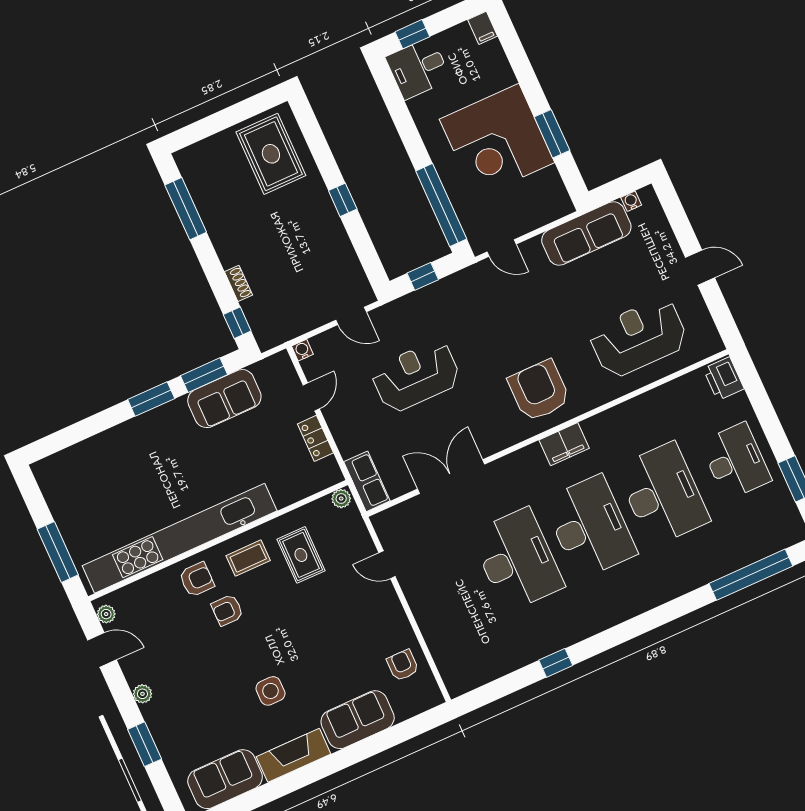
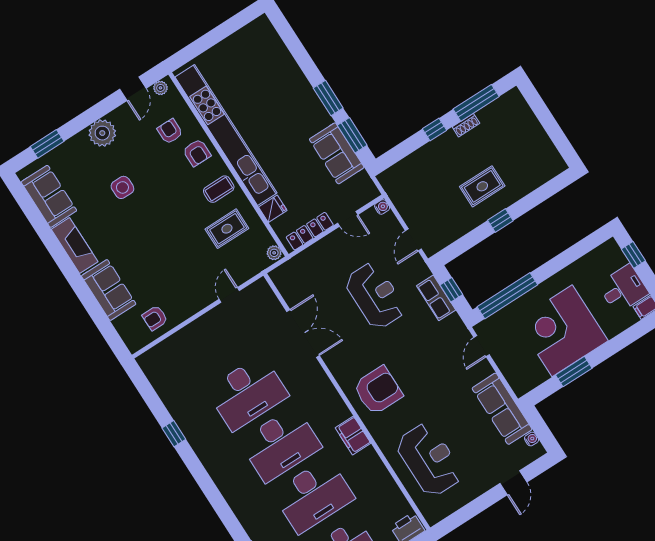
desk: (418, 68) -> (623, 289), moved, turned 90
rug: (271, 154) -> (482, 186), moved, width x0.73, depth x0.70
door: (700, 268) -> (513, 483), moved
shoe rack: (238, 283) -> (466, 125), moved
window: (237, 323) -> (434, 130), moved
locker: (315, 438) -> (310, 231), width x1.53
filing cabinet: (564, 444) -> (353, 435), moved
row of seats: (367, 481) -> (436, 298), moved, turned 90
fridge: (284, 492) -> (273, 209), added
window: (58, 552) -> (202, 44), removed
coffee table: (248, 558) -> (219, 189), turned 90
armchair: (227, 610) -> (170, 131), moved
armchair: (403, 665) -> (155, 318), turned 180
side table: (270, 691) -> (122, 187), moved
plant: (142, 694) -> (102, 133), width x1.88, depth x1.88
window: (145, 744) -> (47, 144), moved

